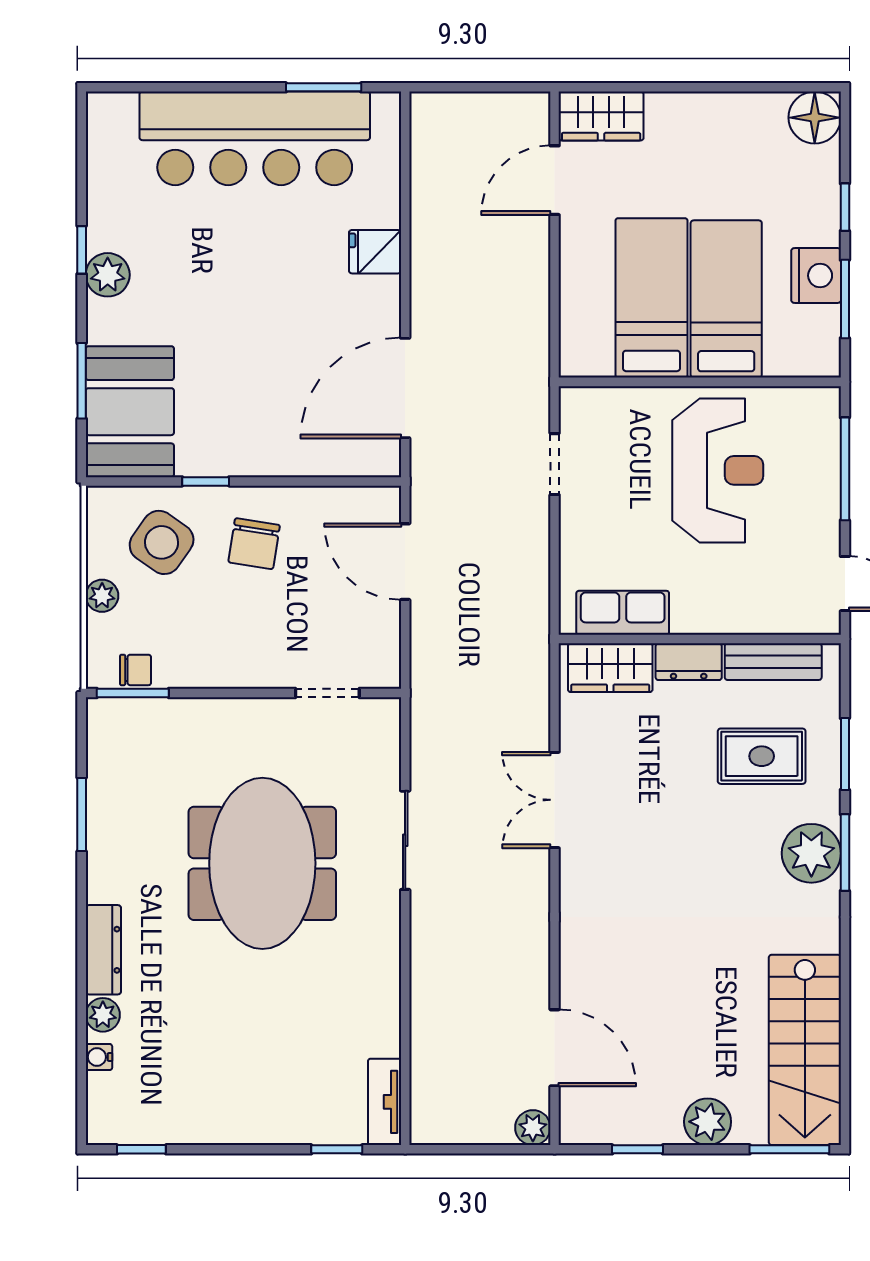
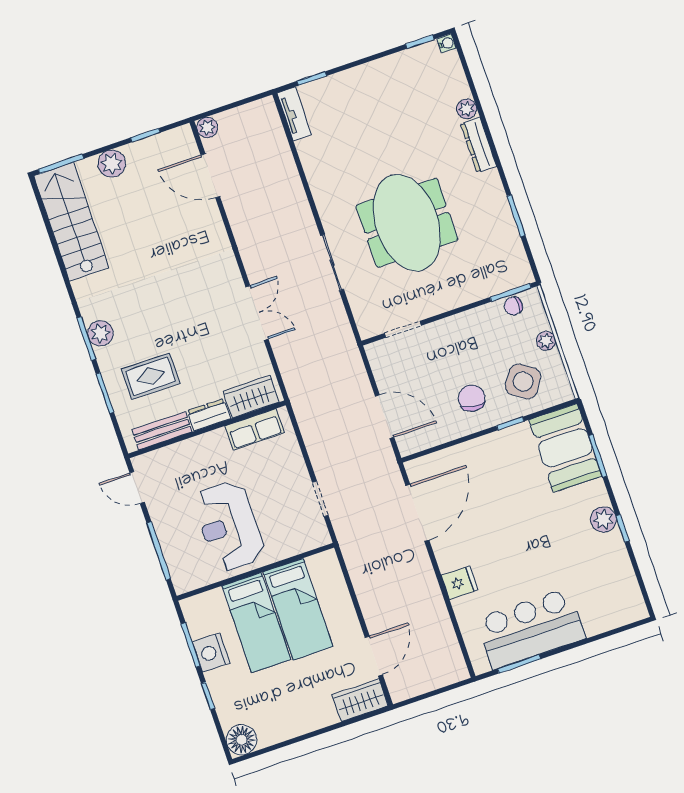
bar counter: (255, 138) -> (531, 628), width x0.73
plant: (811, 853) -> (100, 333), width x0.73, depth x0.73
water cooler: (99, 1057) -> (447, 43), moved

